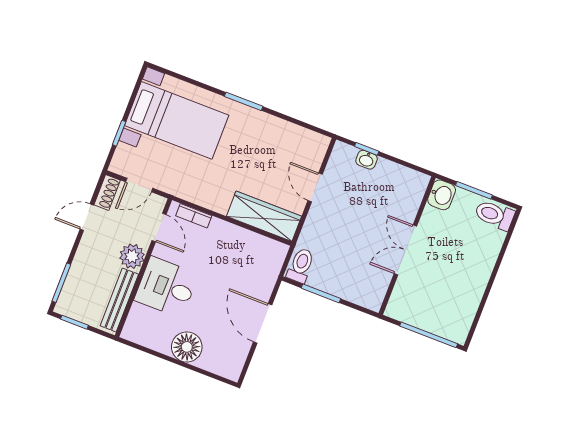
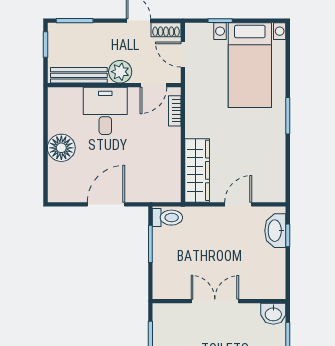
washbasin: (367, 160) -> (275, 231), width x1.91, depth x1.45

